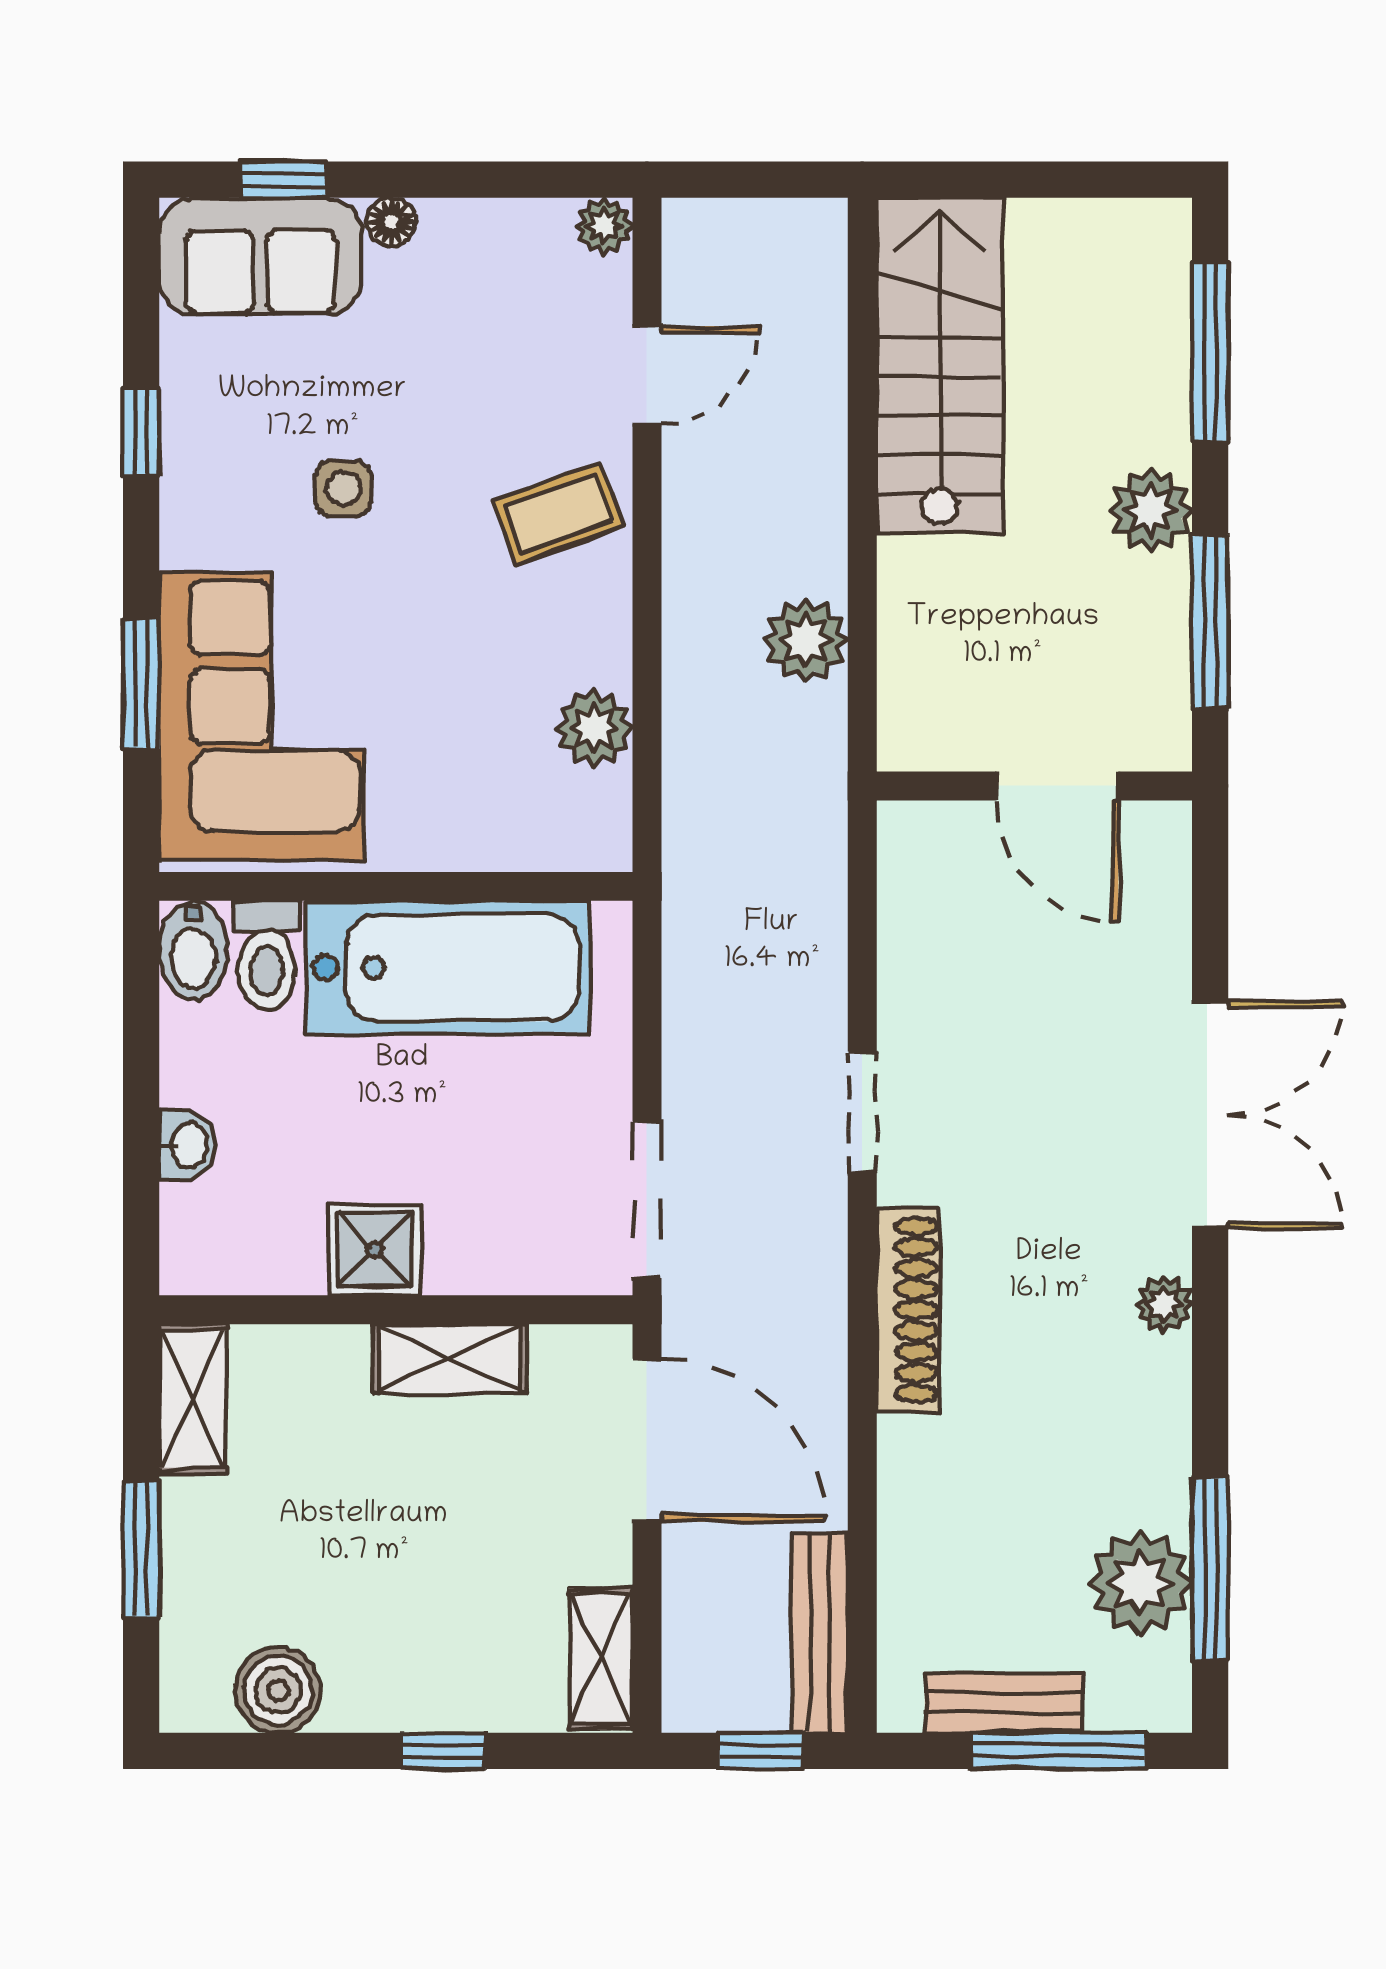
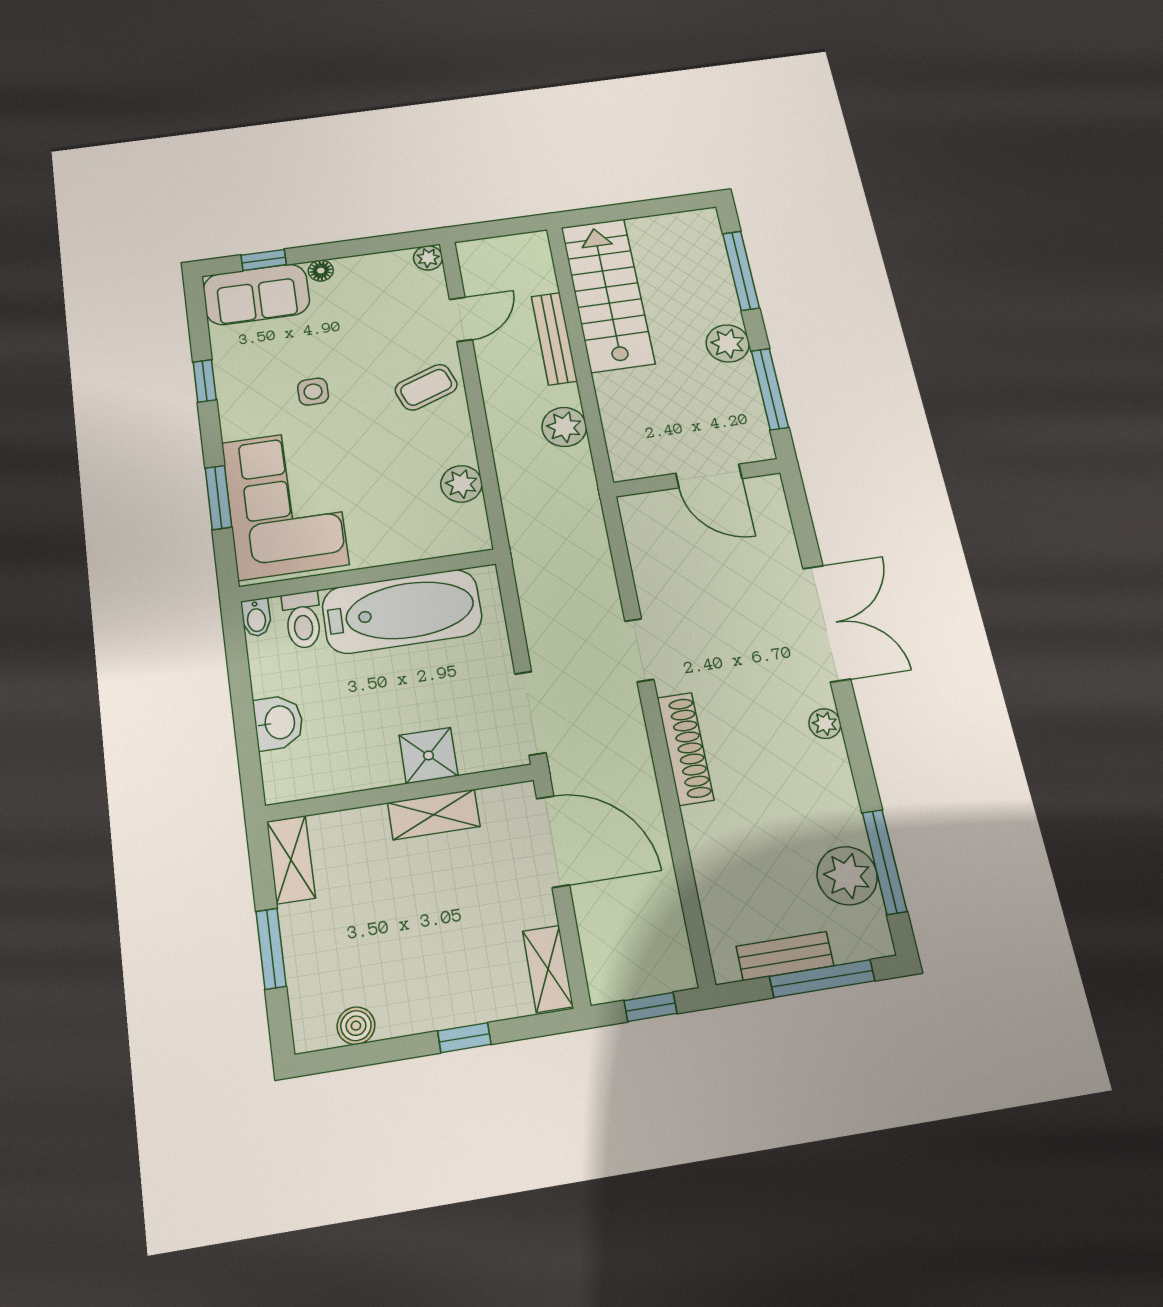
bidet: (193, 950) -> (256, 618), width x0.72, depth x0.74
washbasin: (188, 1145) -> (278, 723), width x1.38, depth x1.45
shower: (375, 1249) -> (429, 755), moved
bench: (820, 1633) -> (554, 339), moved
boiler: (278, 1690) -> (356, 1026), width x0.73, depth x0.73

